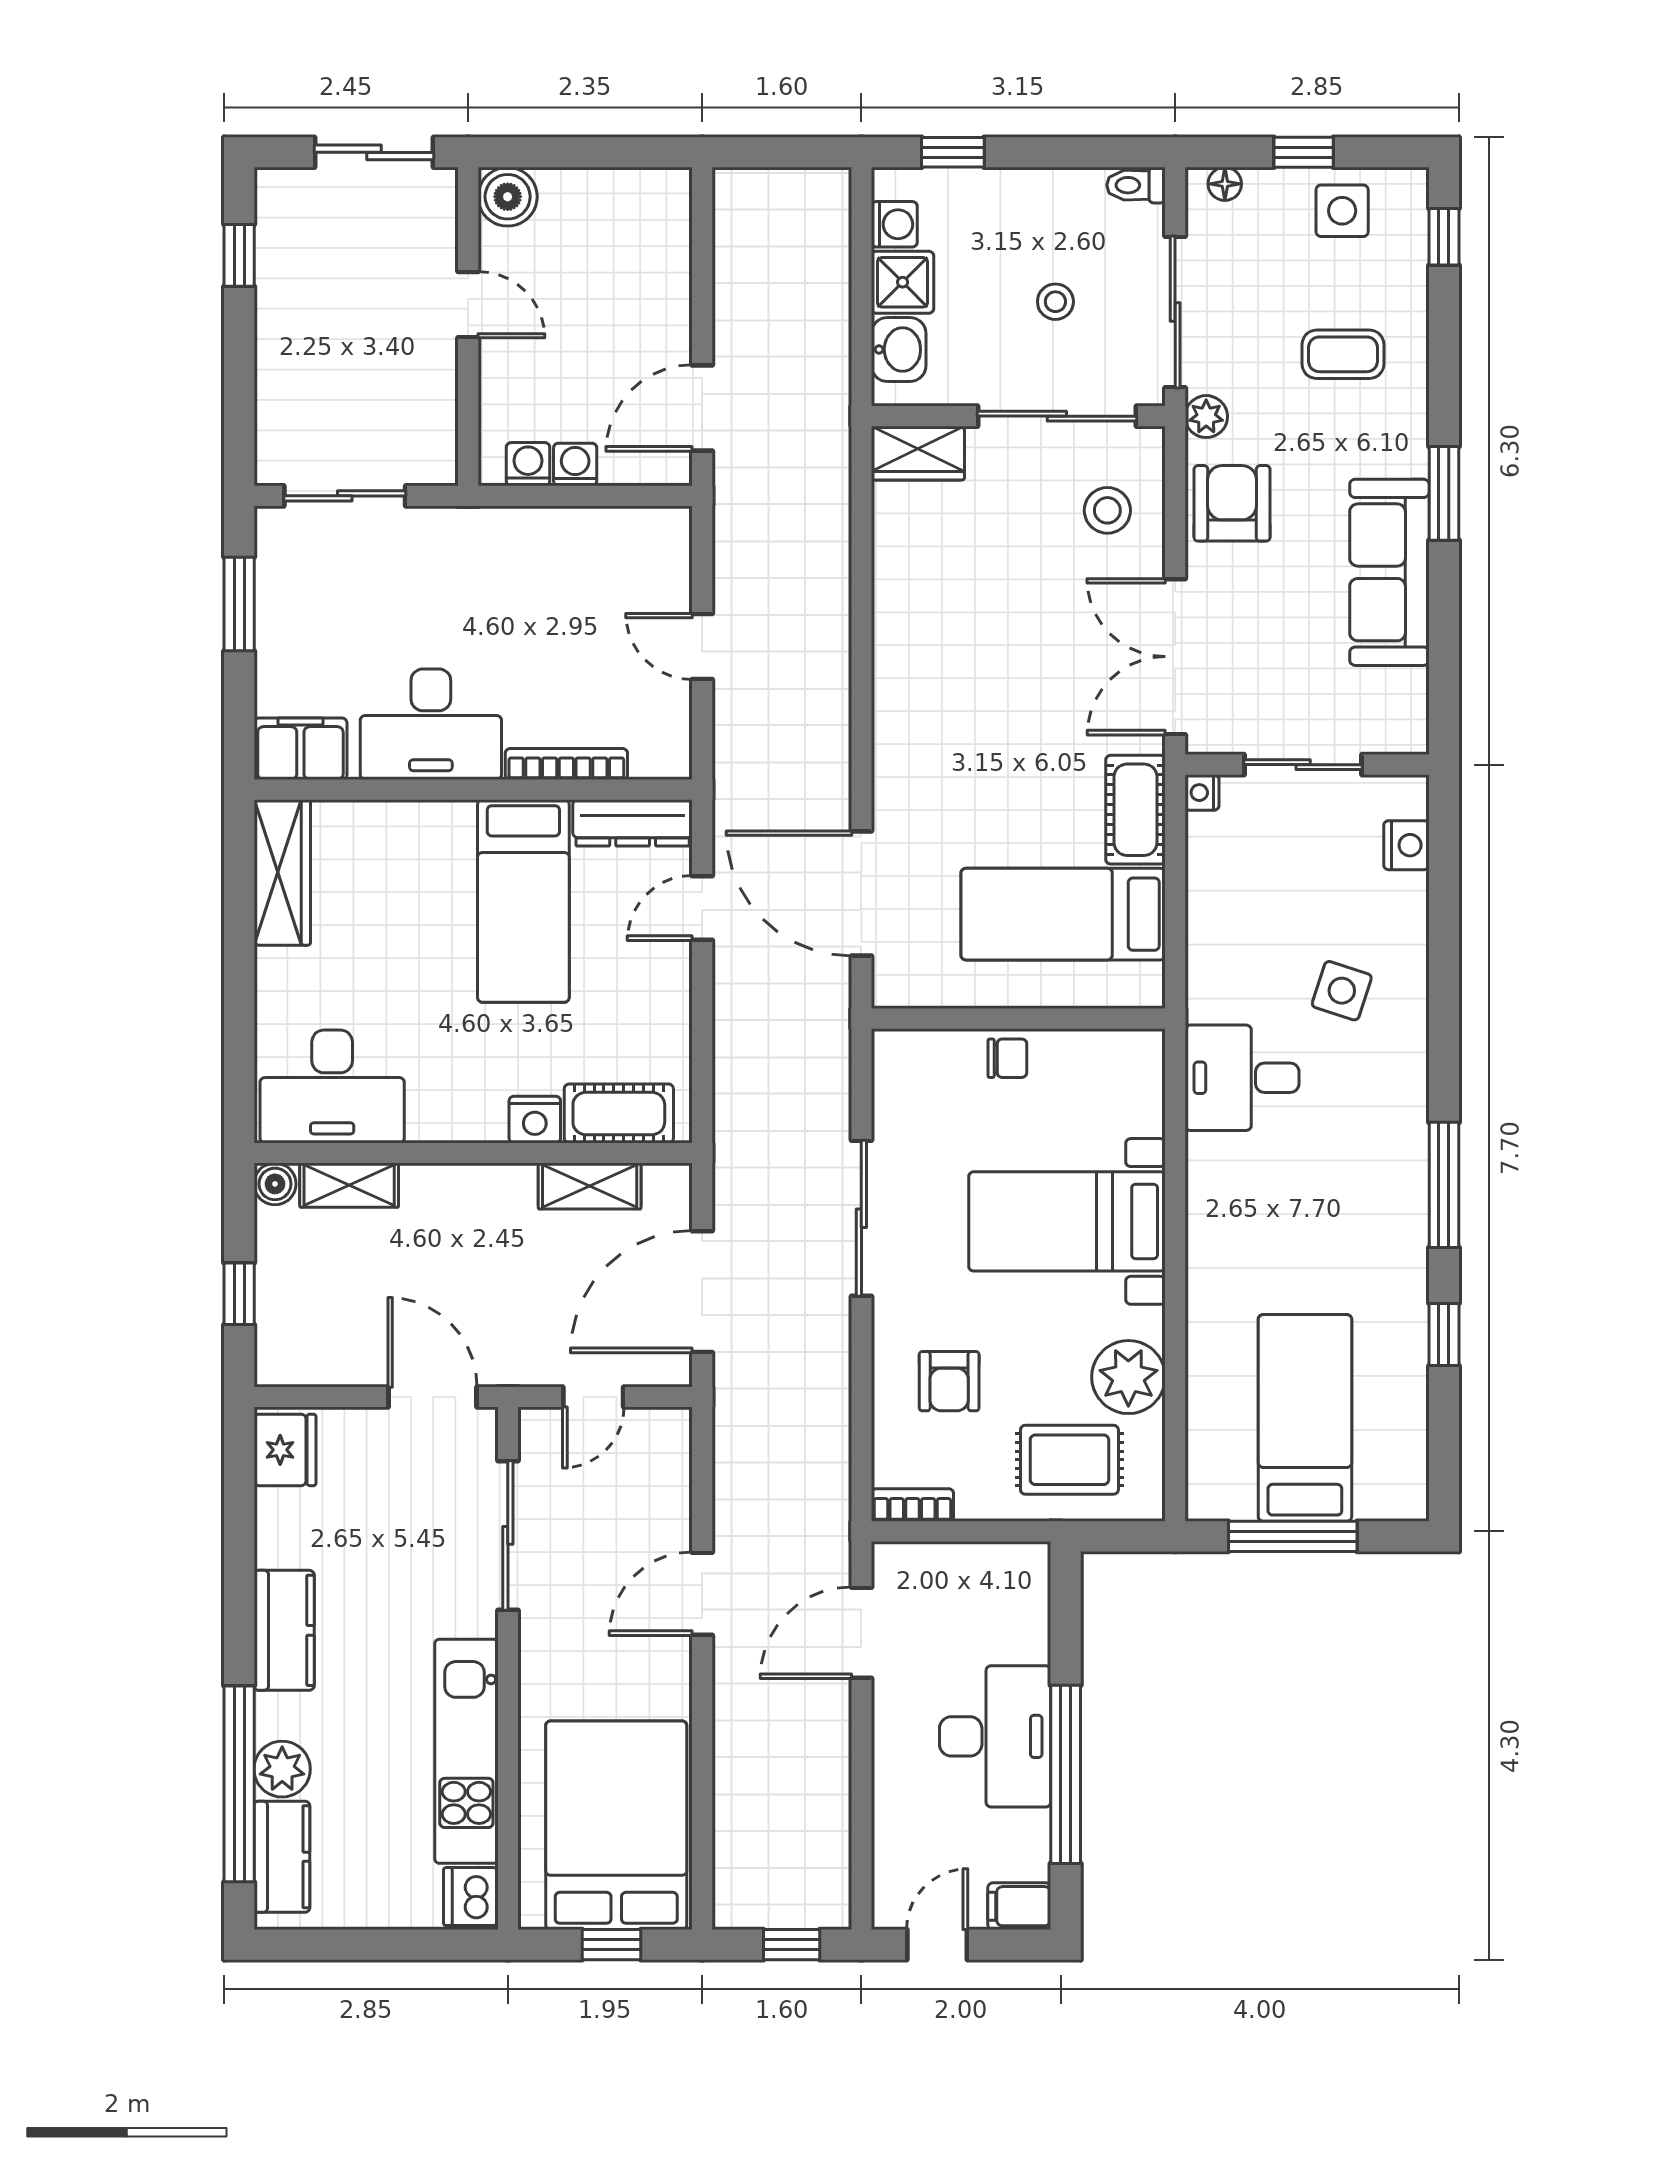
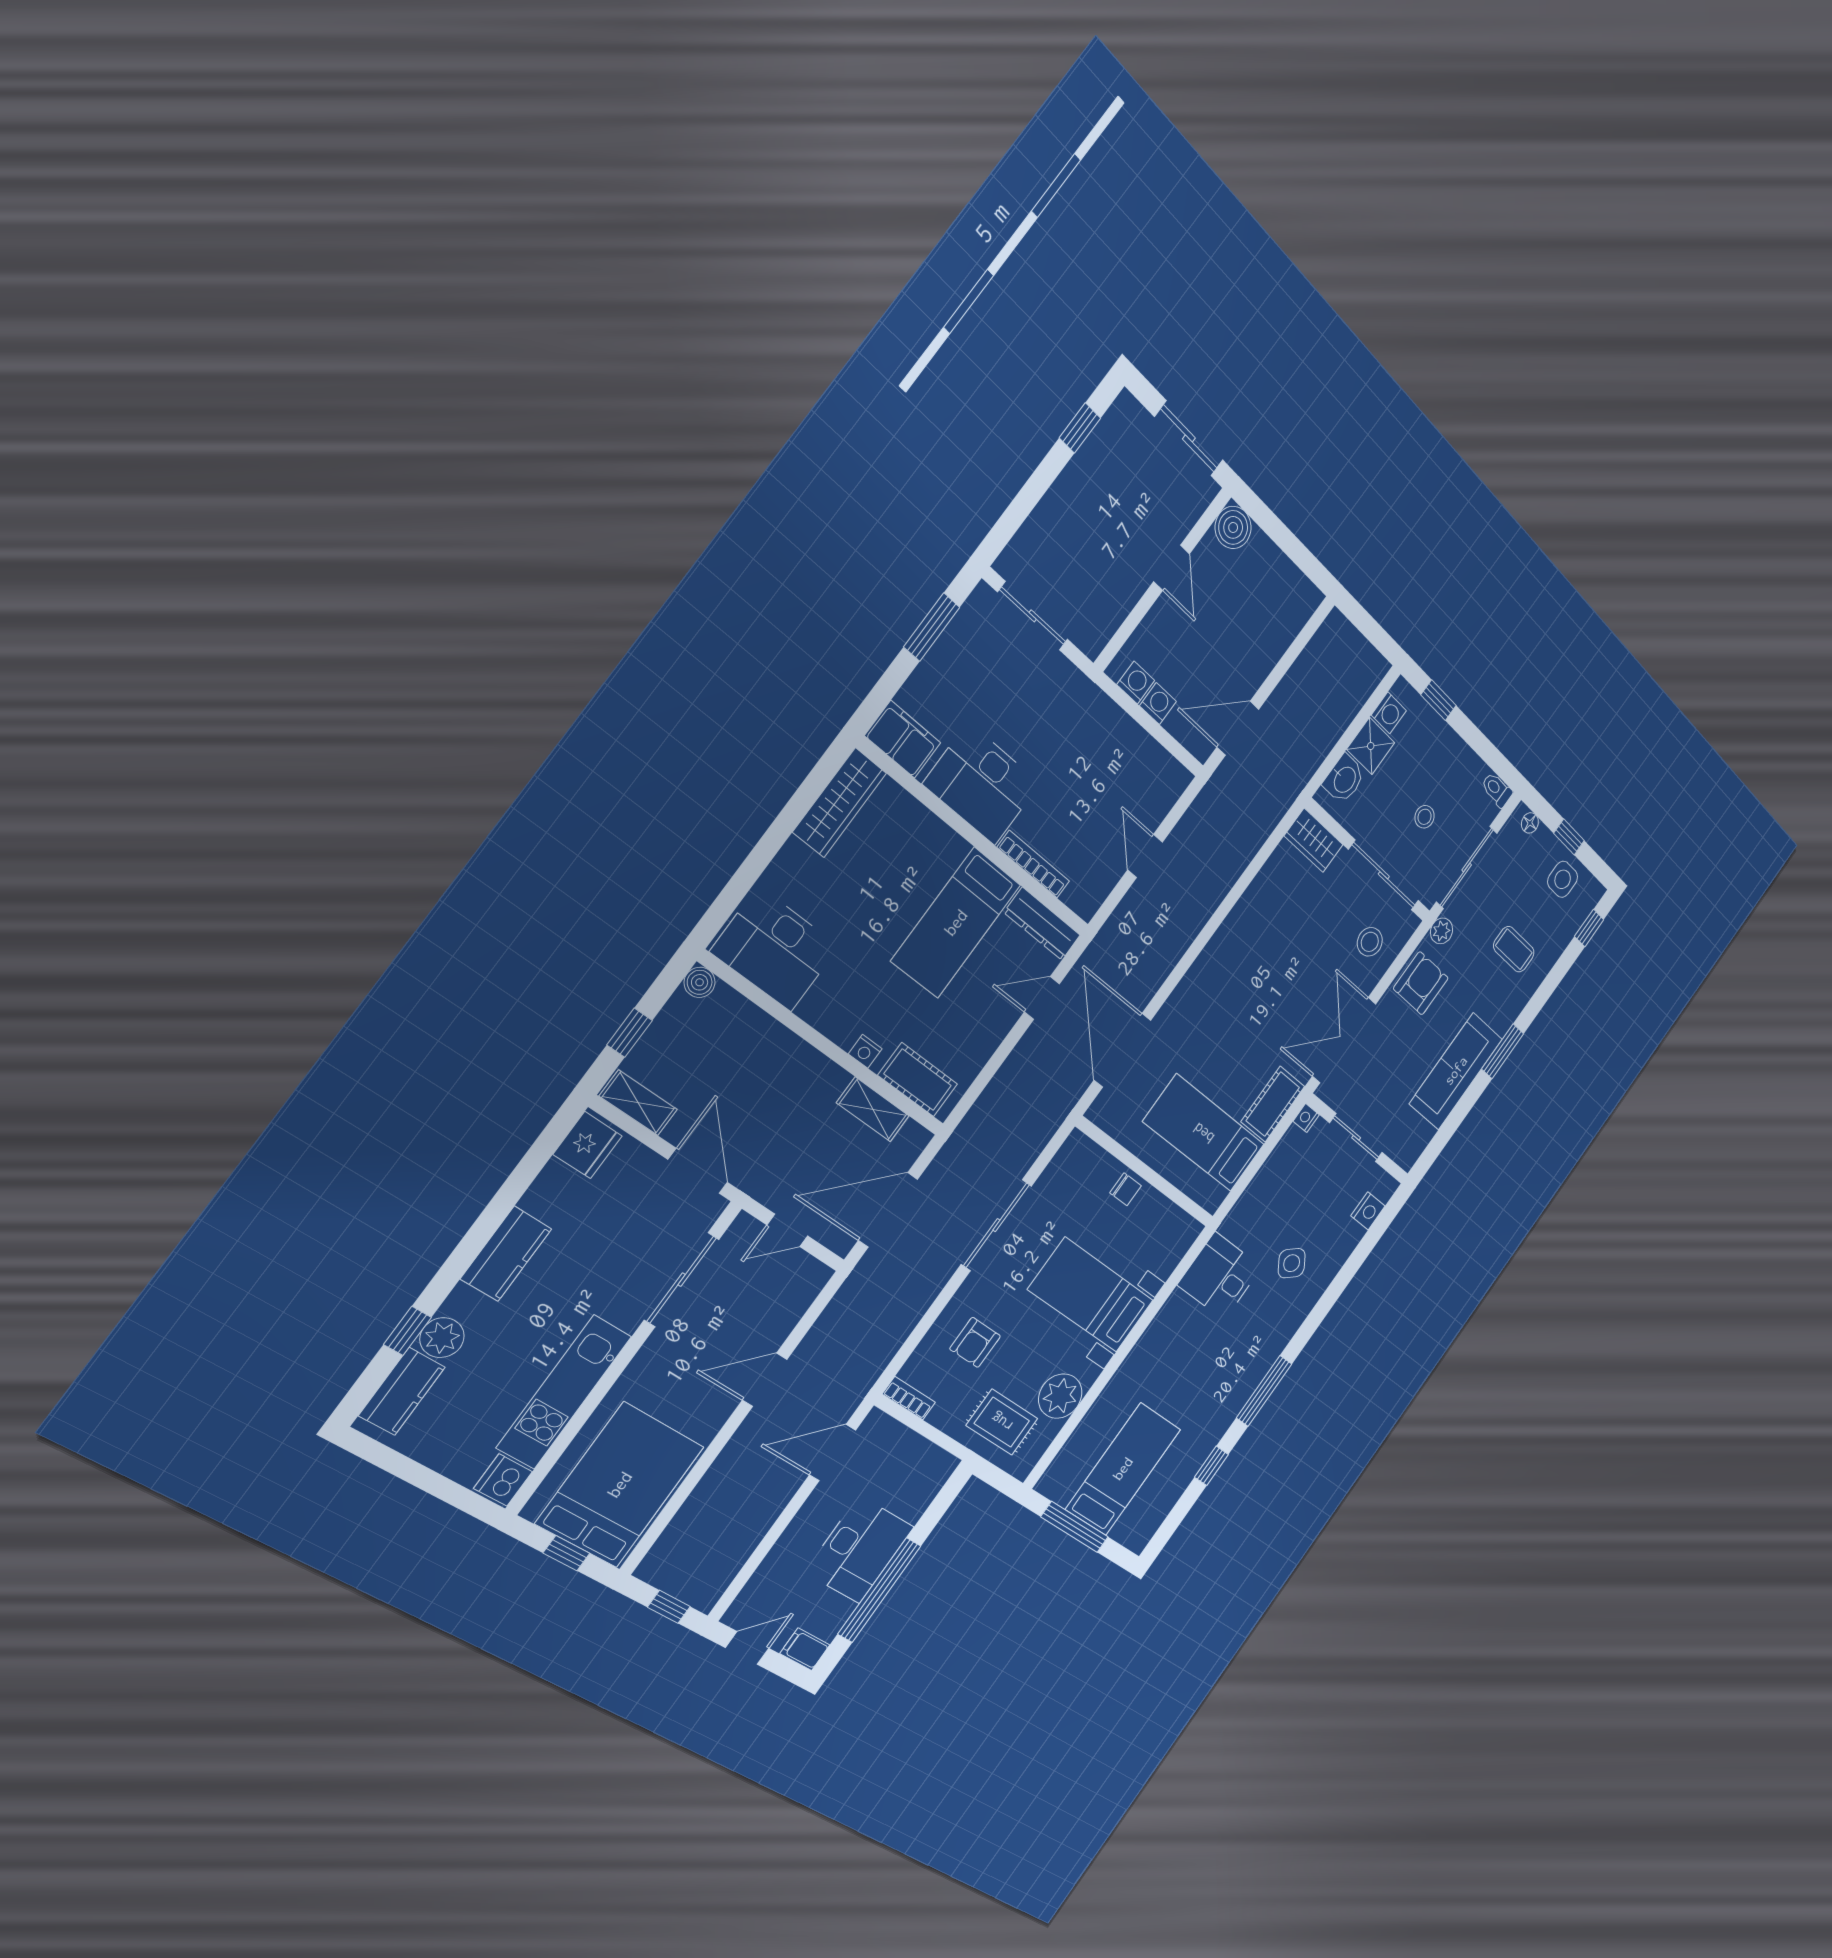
side table: (1342, 991) -> (1292, 1263), turned 35
nightstand: (535, 1120) -> (865, 1051), width x0.72, depth x0.74
shelving: (349, 1185) -> (638, 1103), moved
window: (239, 1784) -> (407, 1331), width x0.32

